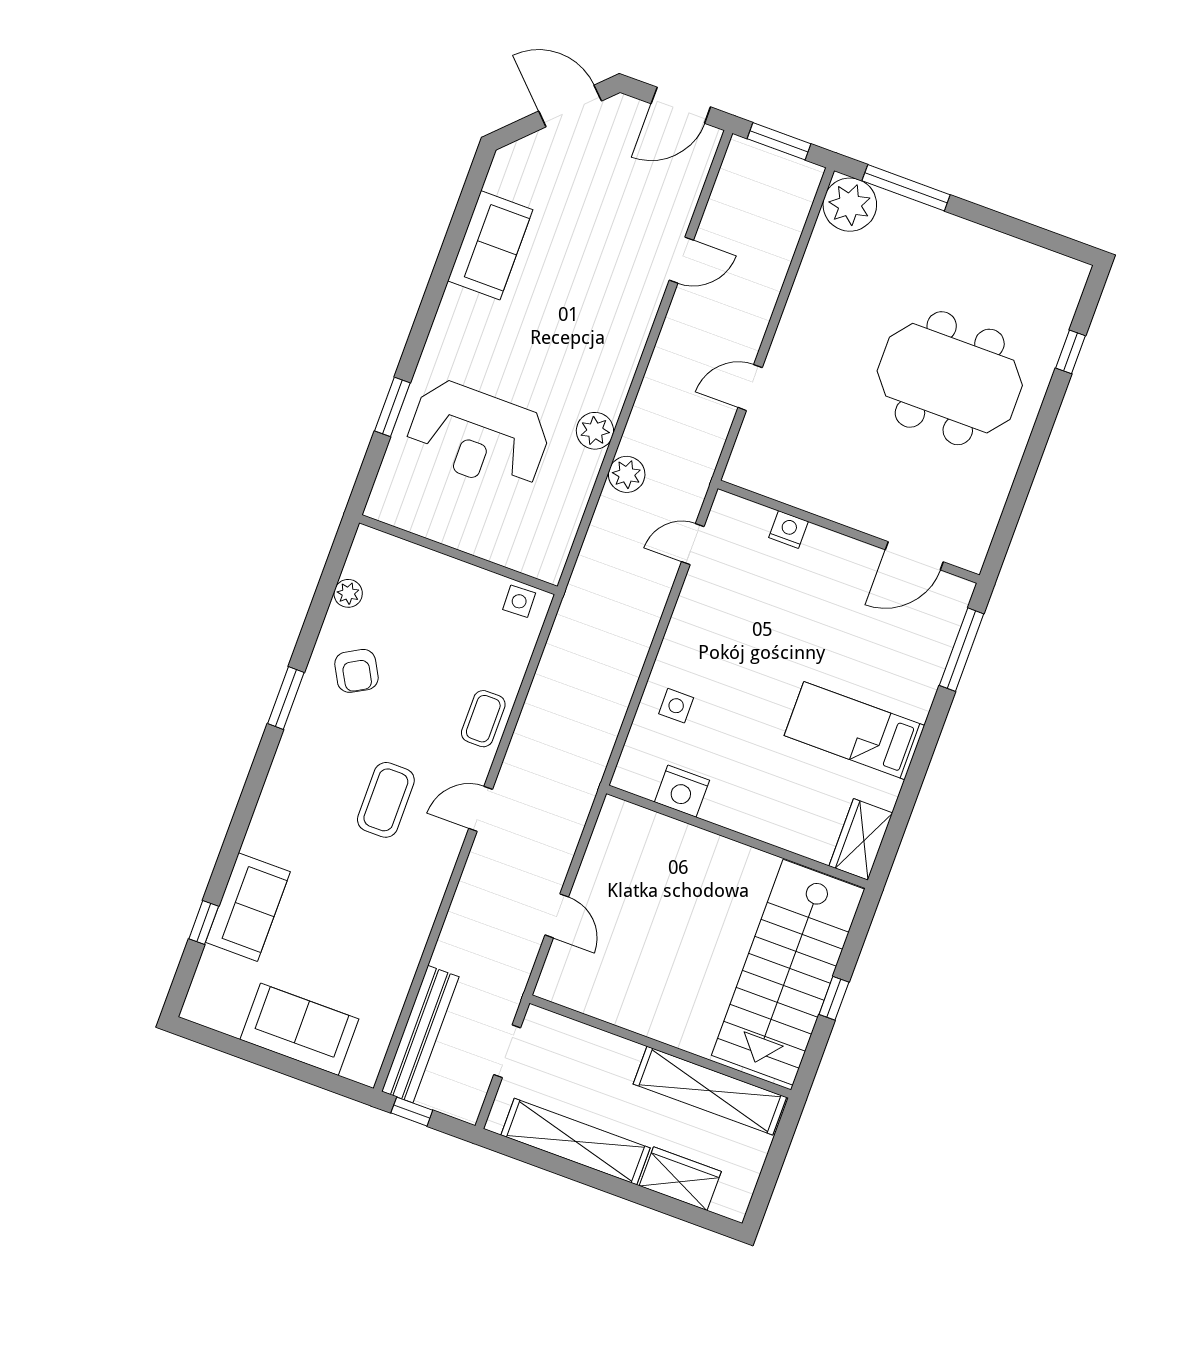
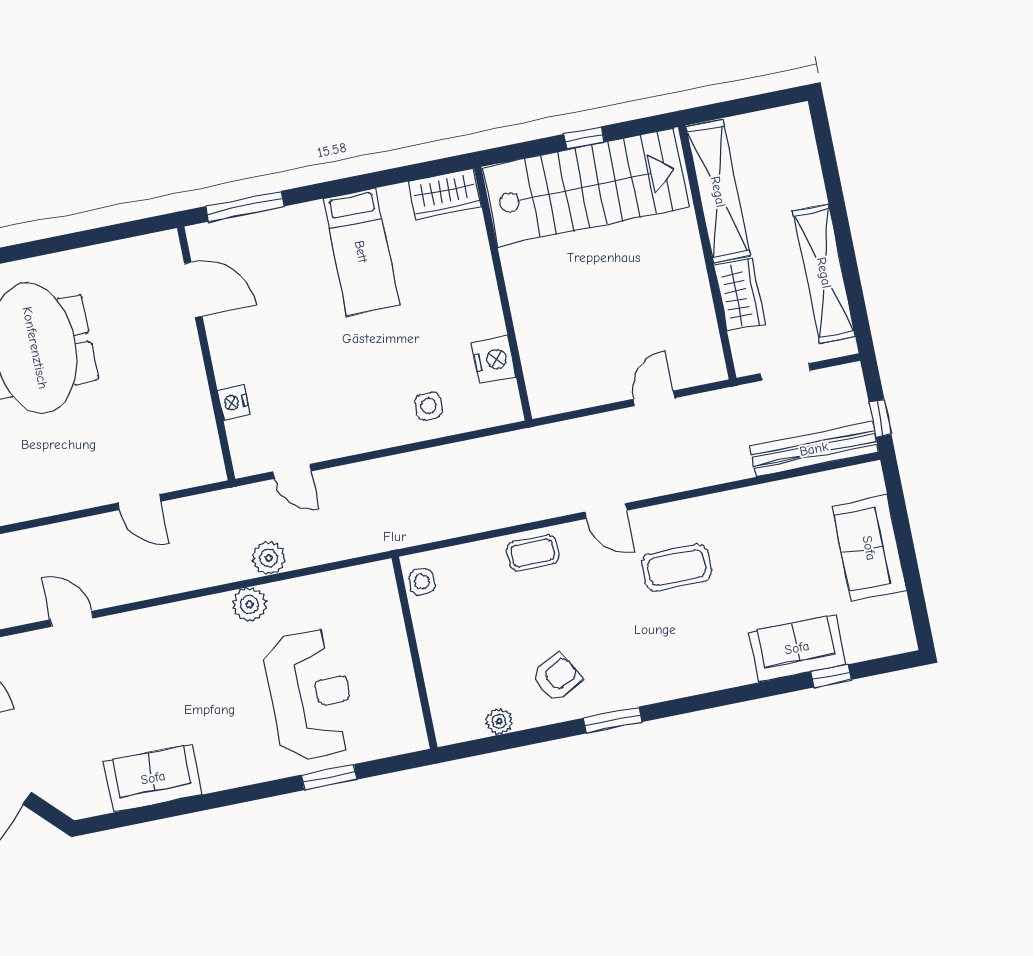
coffee table: (386, 800) -> (677, 567), moved
wardrobe: (680, 1179) -> (739, 295), moved, turned 180

